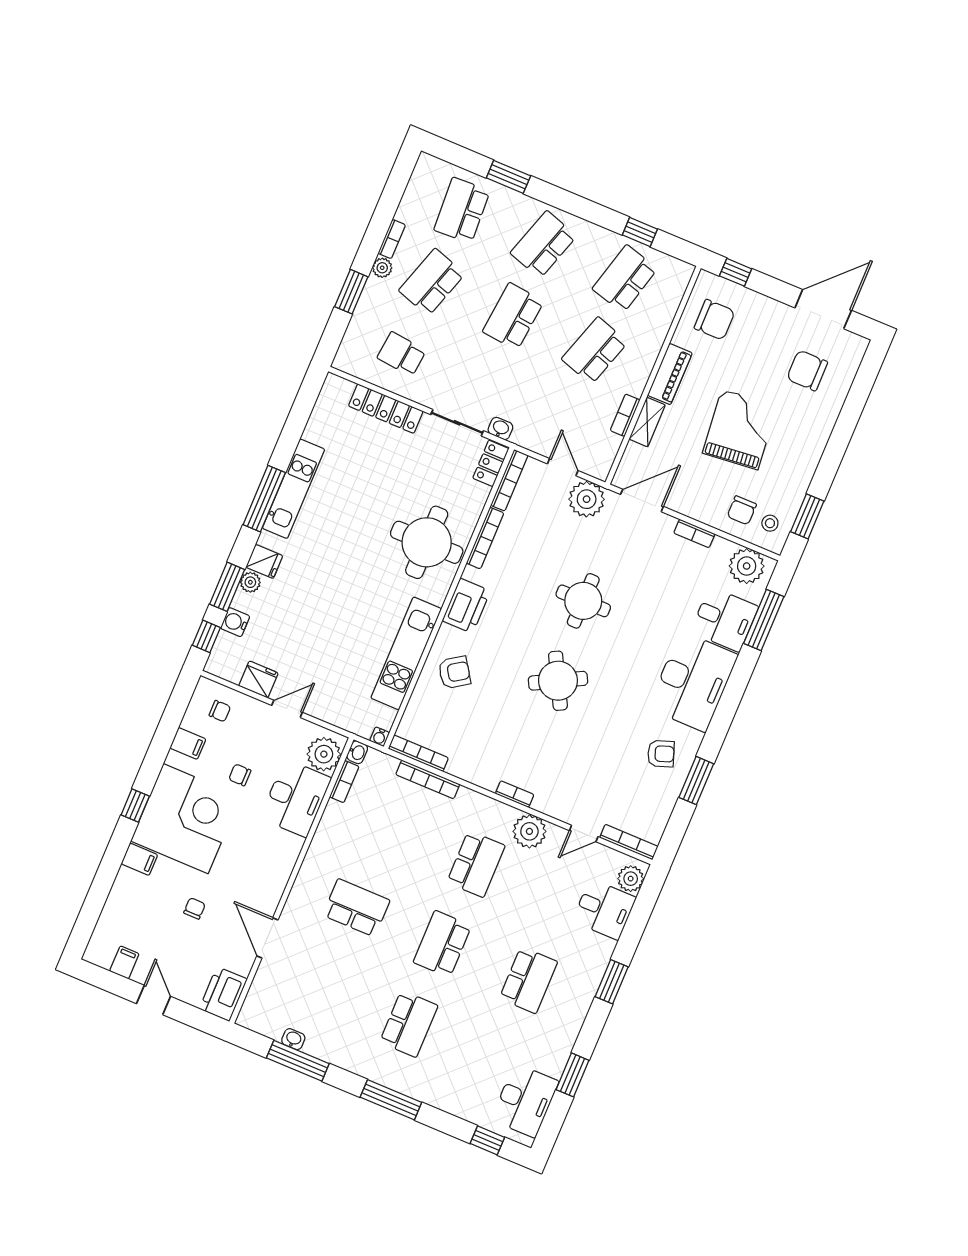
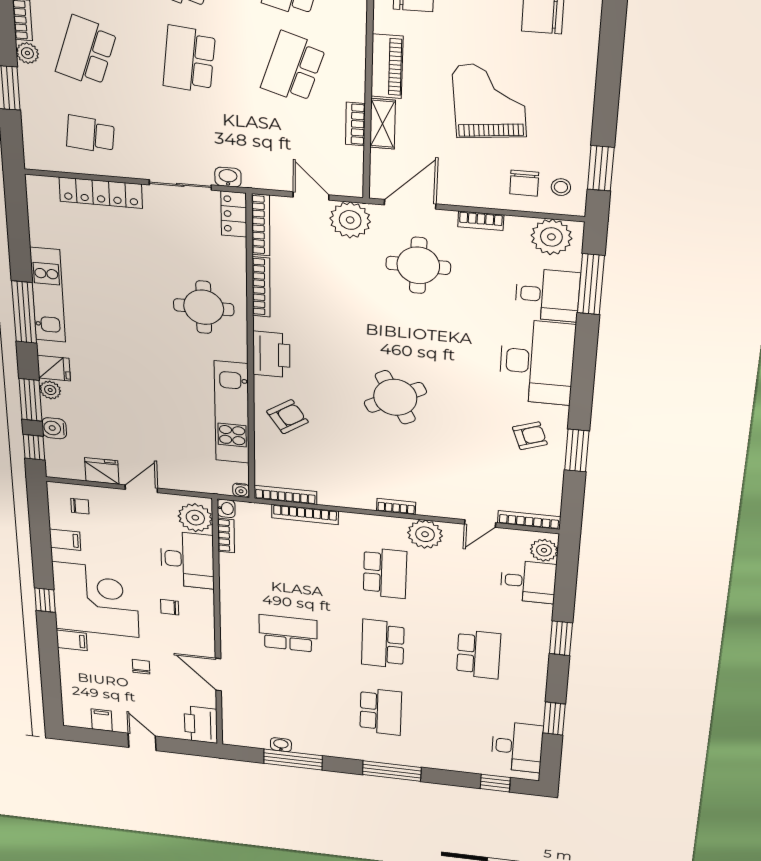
round table: (427, 542) -> (204, 307), width x0.73, depth x0.73
round table: (583, 601) -> (418, 265), moved
chair: (240, 775) -> (170, 607), moved

